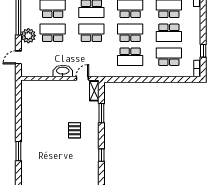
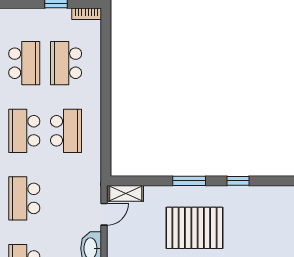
door: (82, 78) -> (104, 214), swing flipped
window: (101, 113) -> (189, 181), moved
pallet: (75, 130) -> (194, 228), width x2.05, depth x2.00

